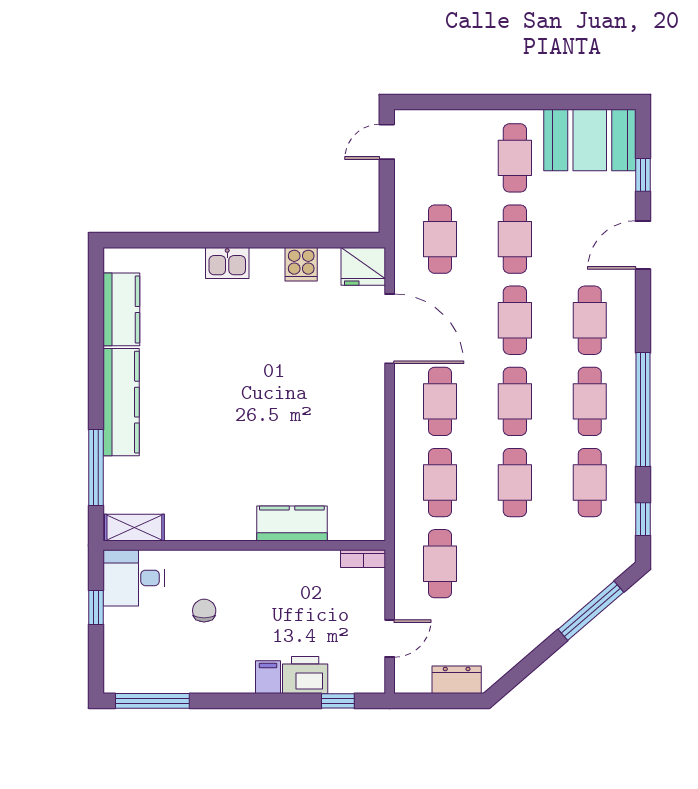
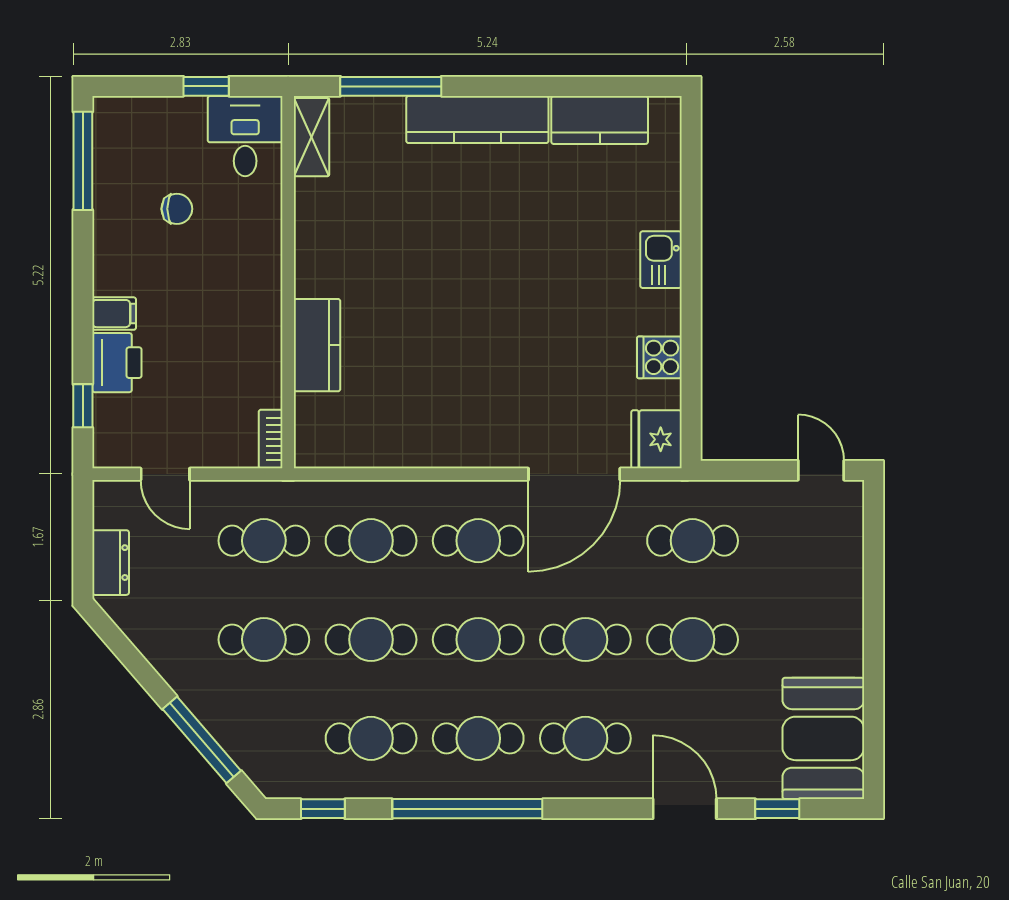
cafe table: (515, 158) -> (264, 640), moved
chair: (204, 611) -> (177, 209), moved

